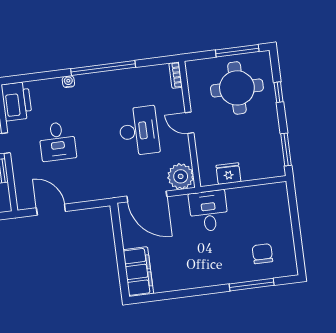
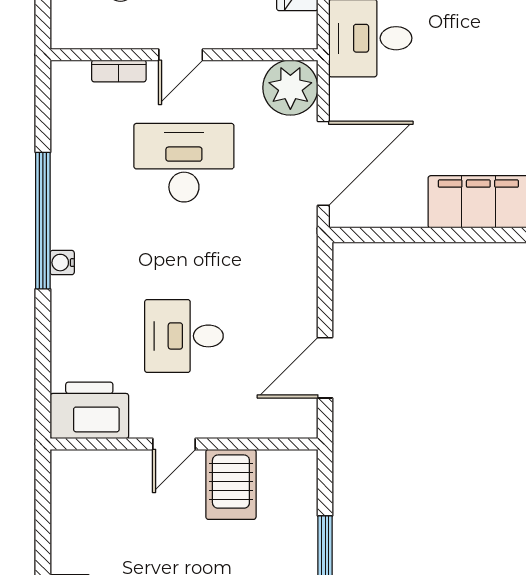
bookcase: (176, 75) -> (119, 71), moved
water cooler: (68, 82) -> (62, 263), moved
desk: (57, 141) -> (184, 336), turned 180

